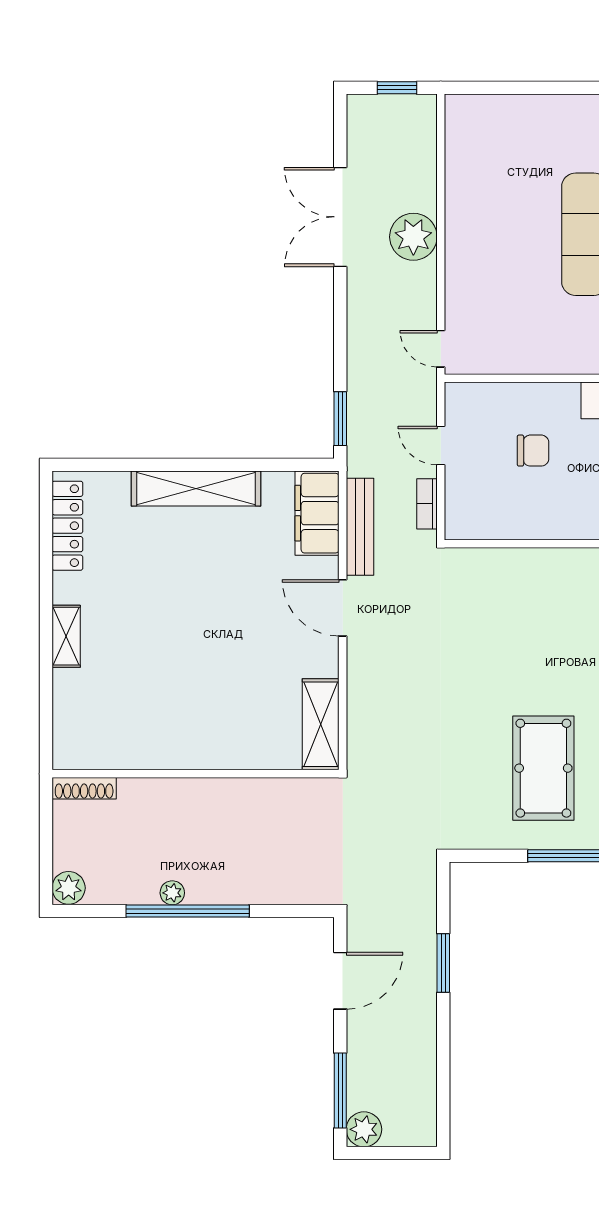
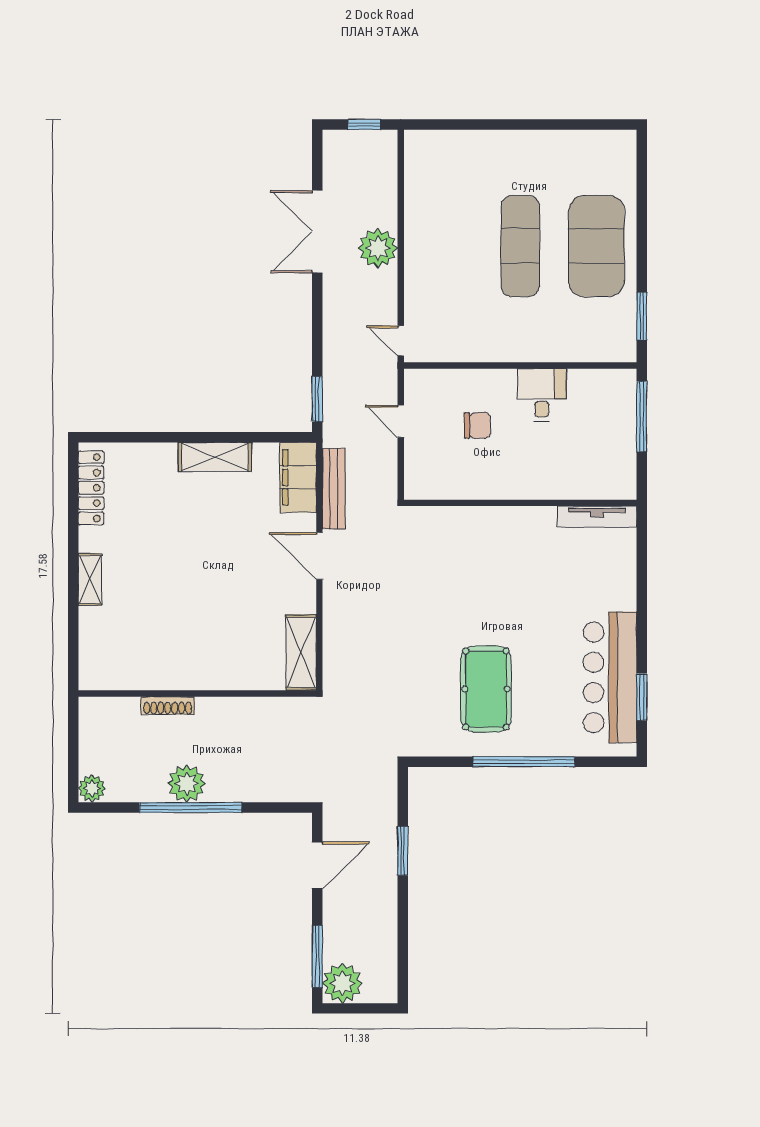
shelving: (196, 488) -> (215, 457), width x0.68
bookcase: (427, 504) -> (389, 470), removed
shoe rack: (84, 788) -> (168, 706), moved
plant: (172, 893) -> (187, 784), width x1.88, depth x1.88
plant: (364, 1129) -> (342, 983), width x1.36, depth x1.36

